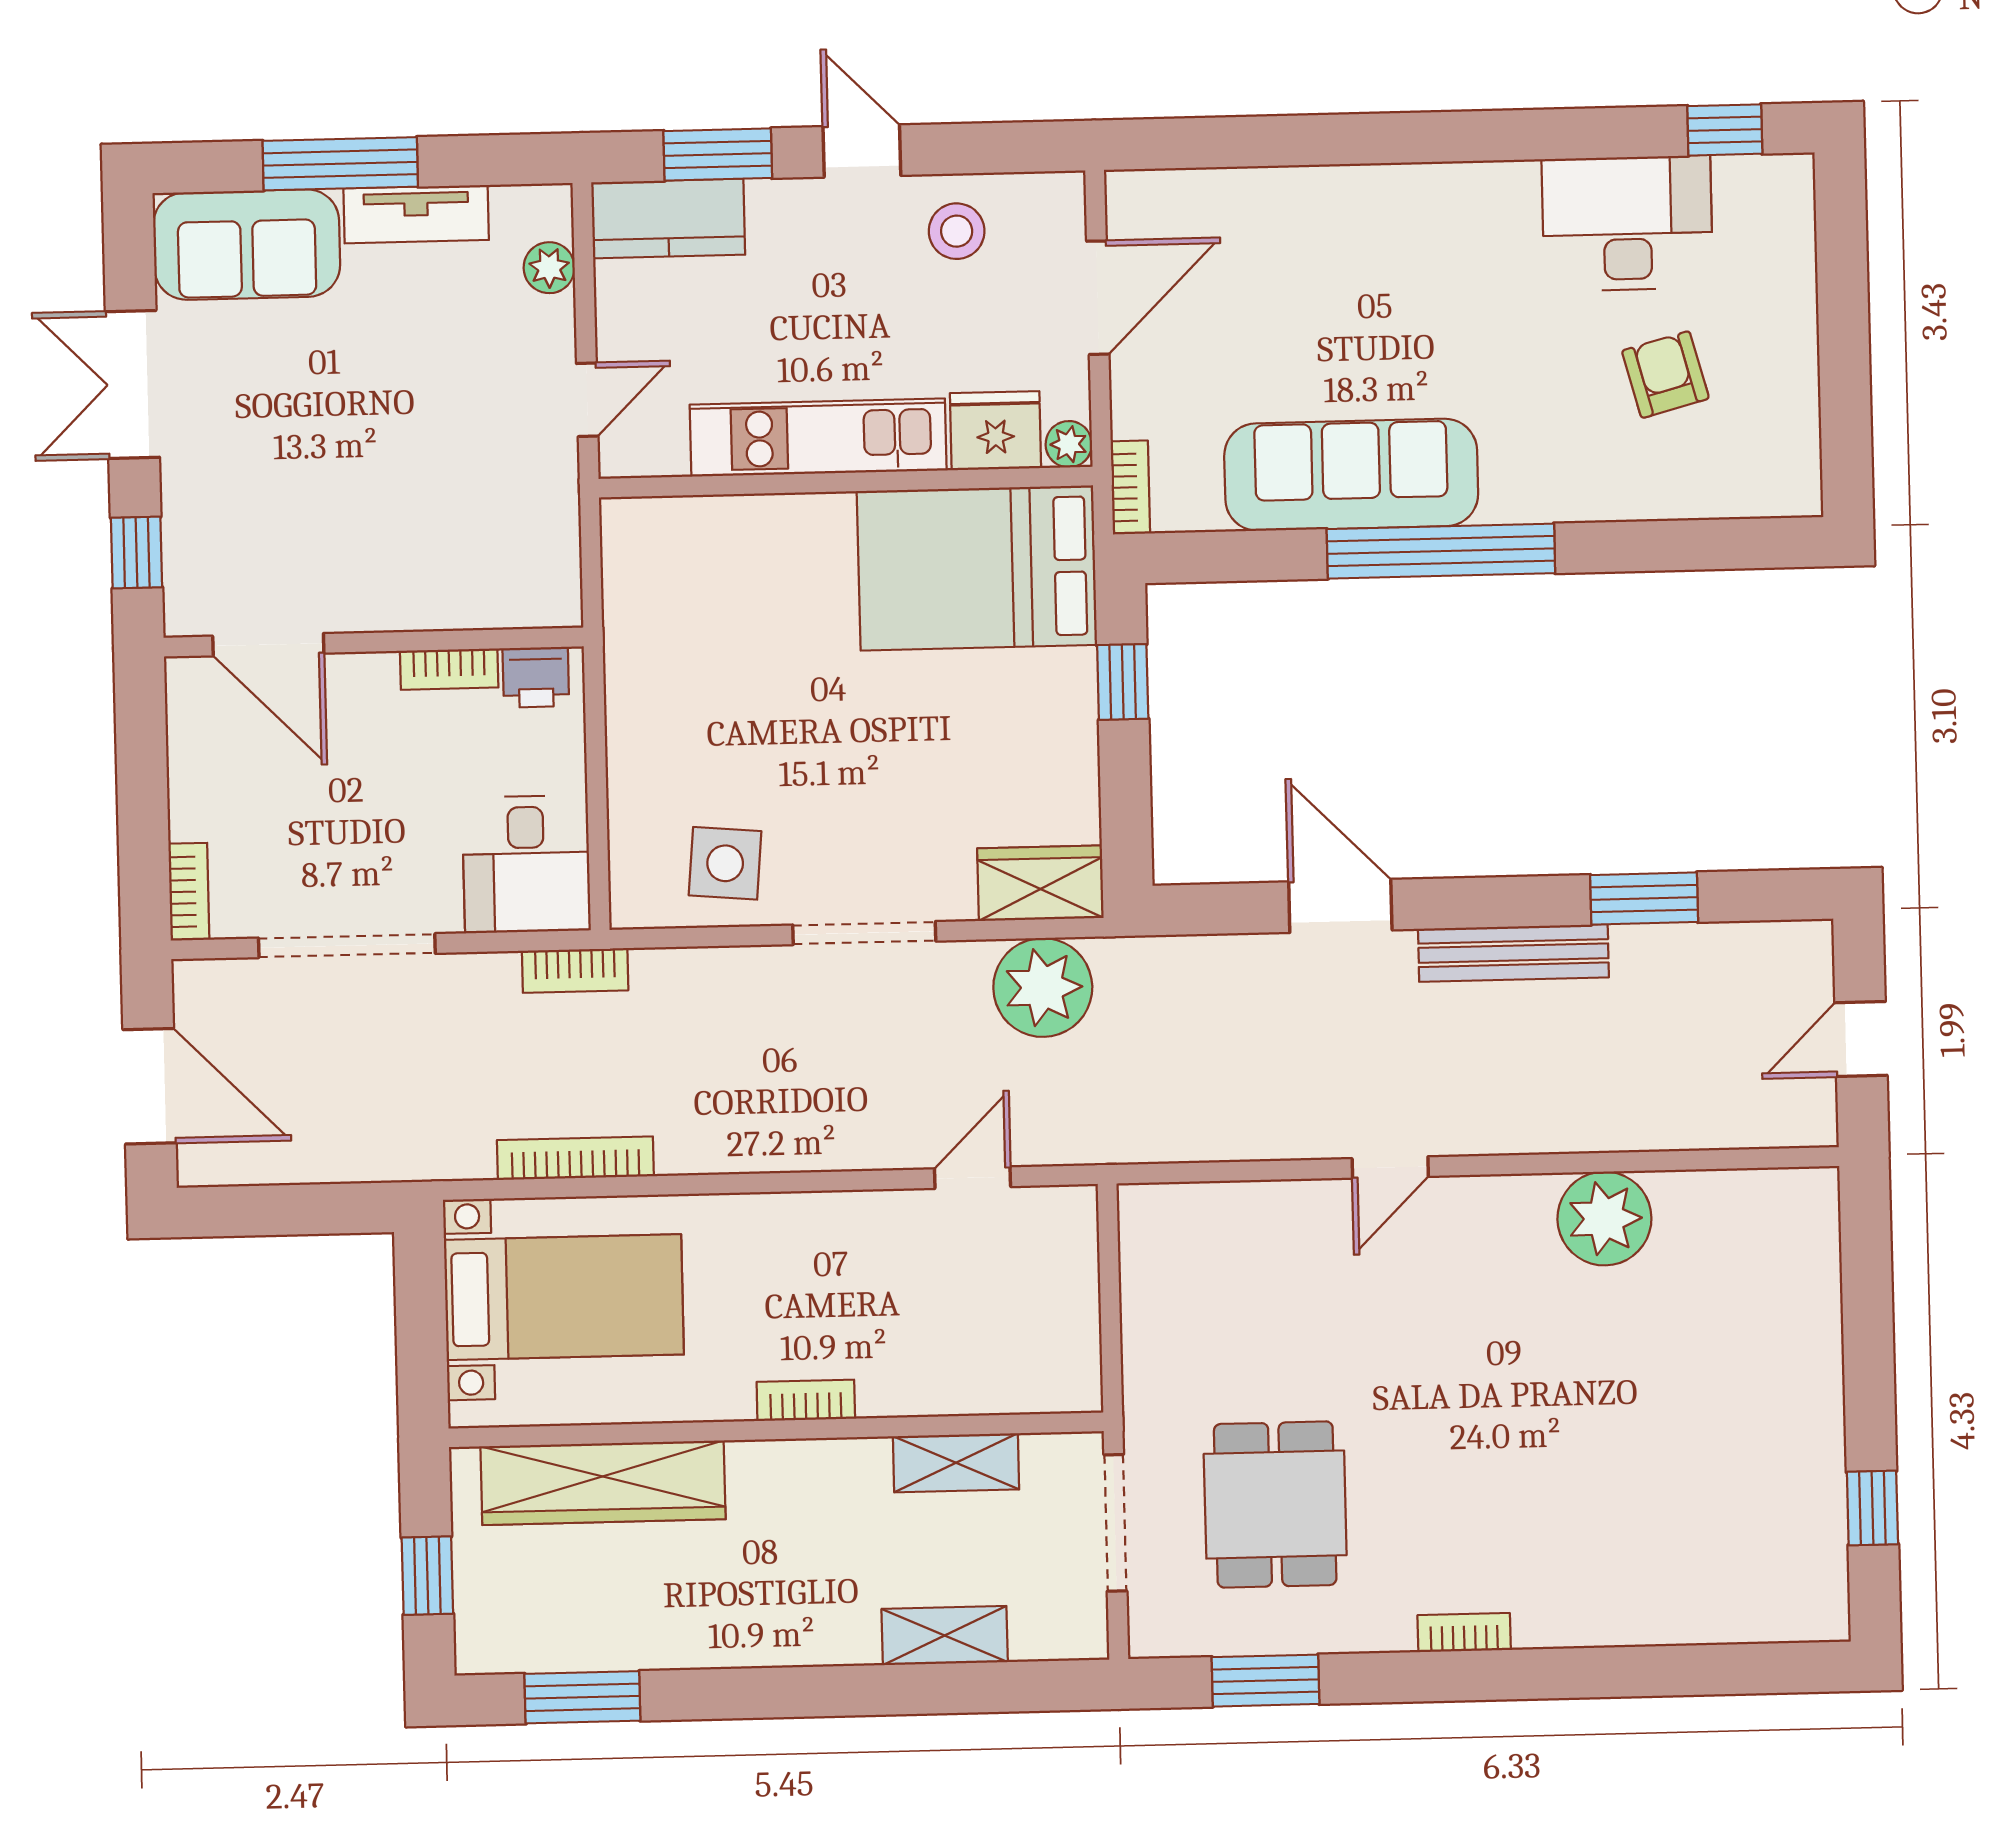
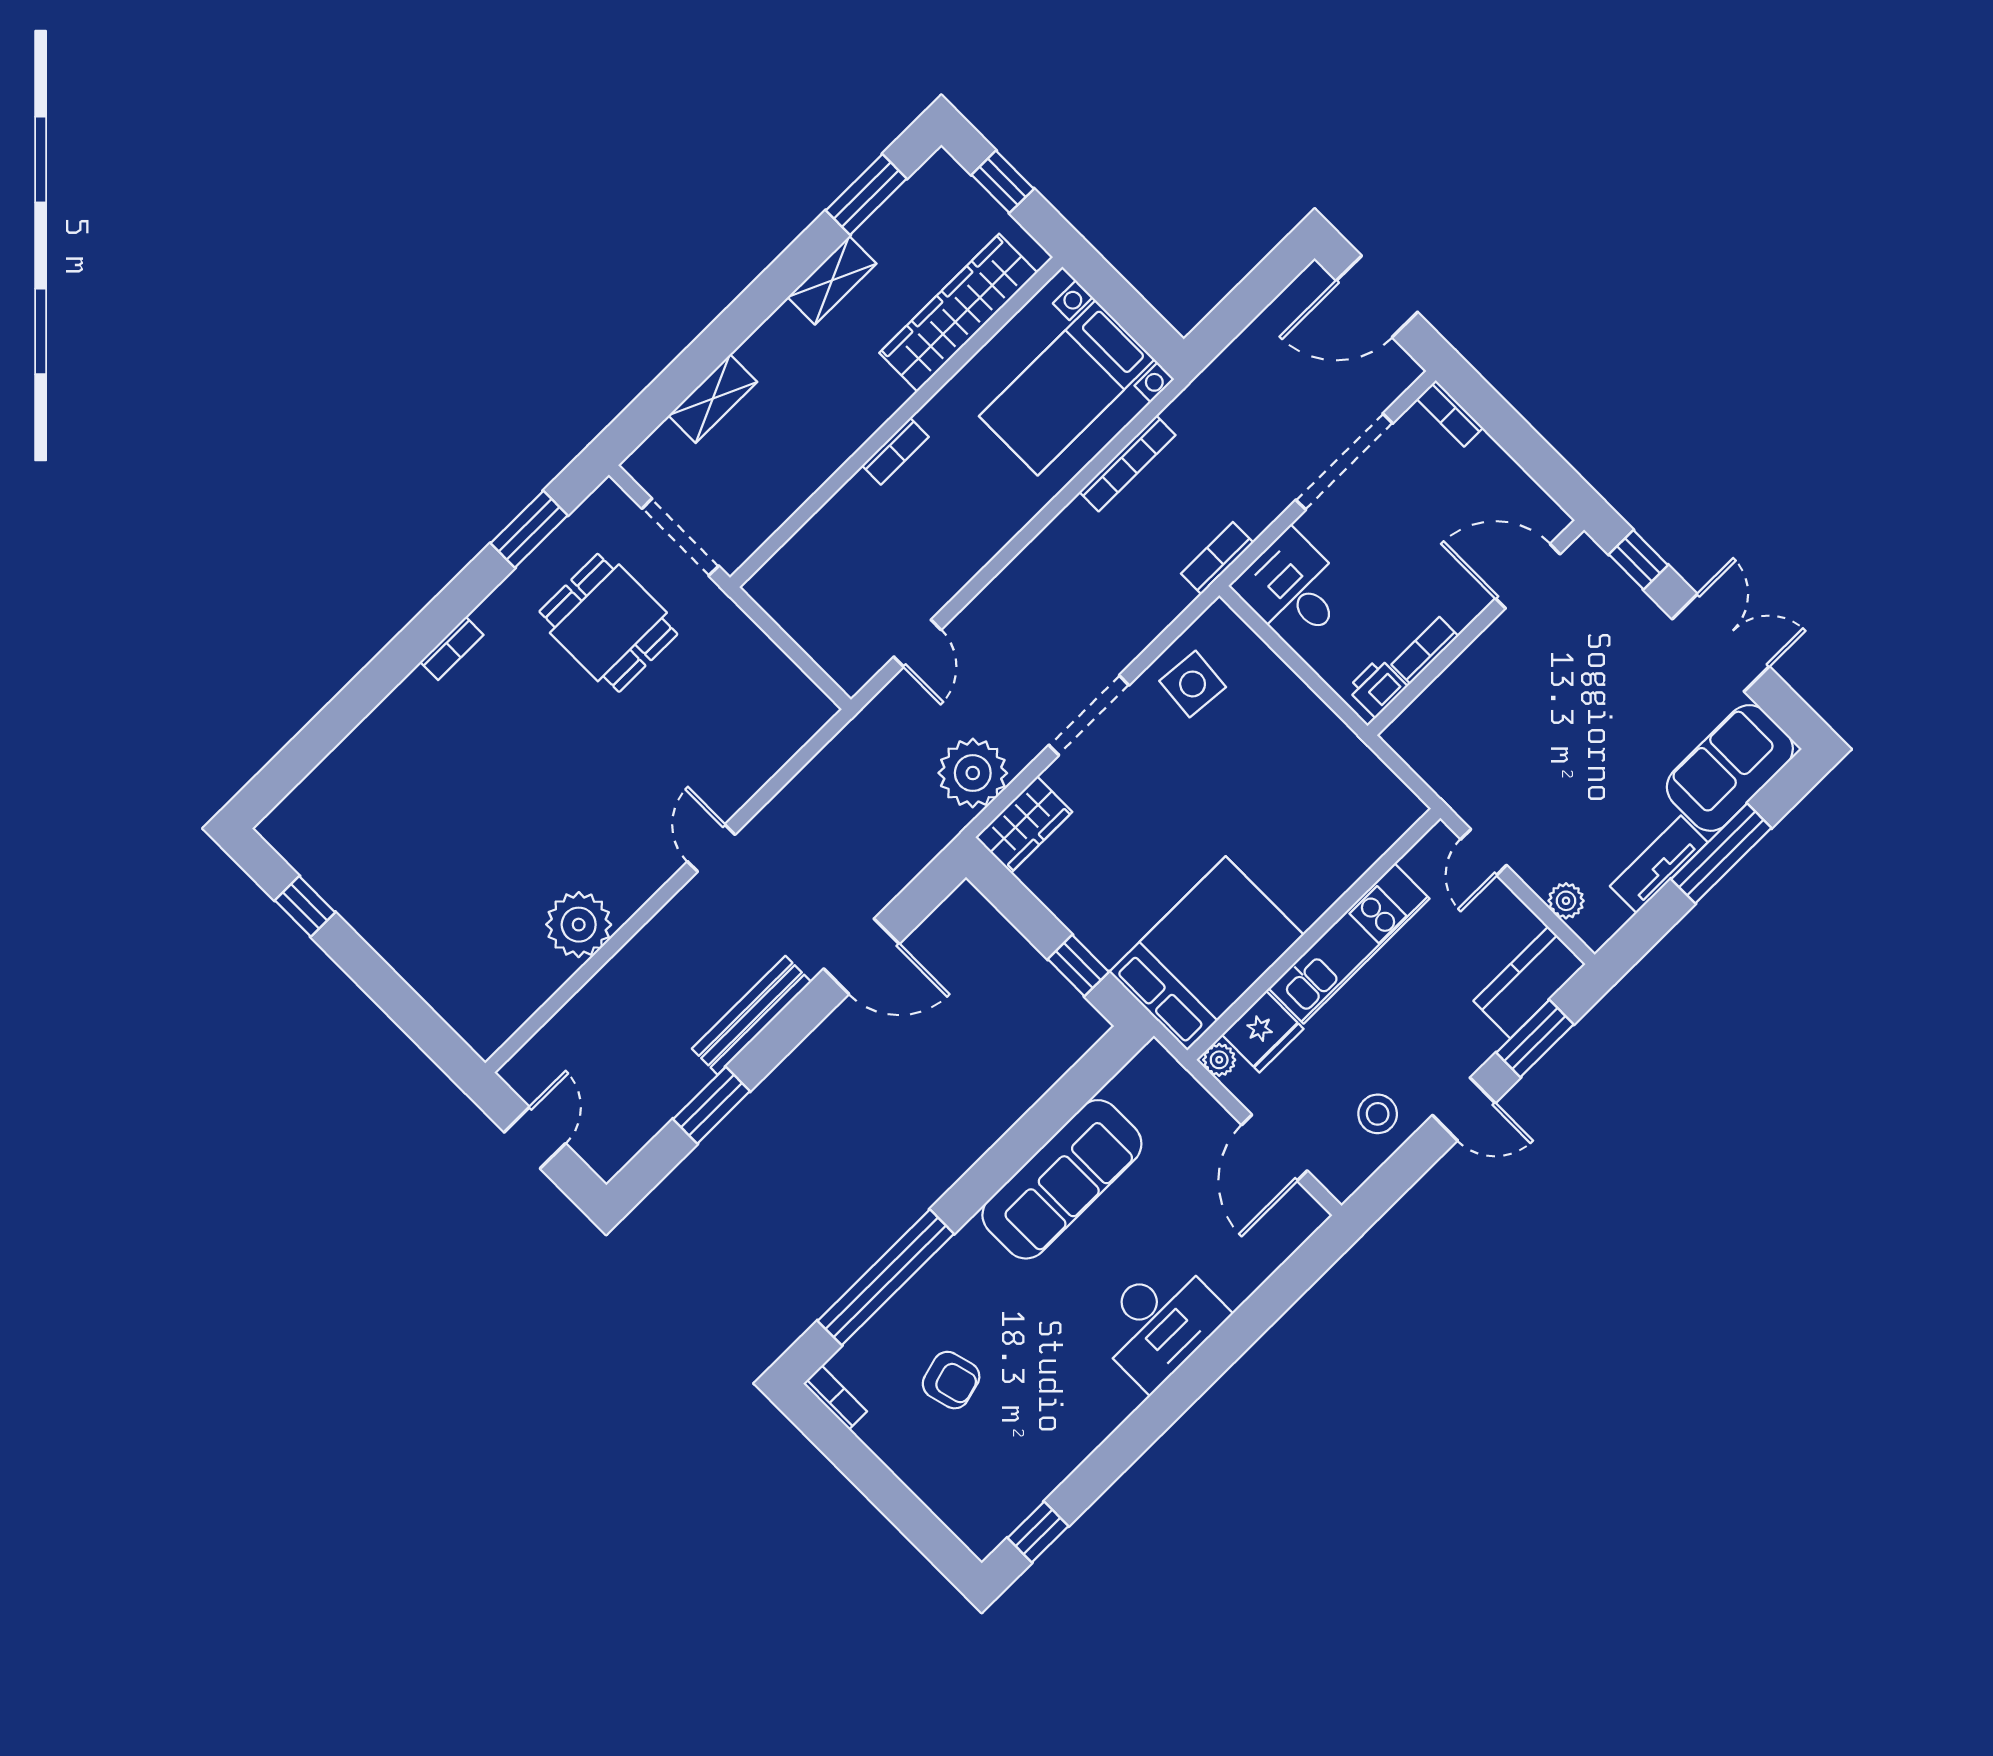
desk: (1627, 223) -> (1159, 1322), moved
bookcase: (1130, 487) -> (835, 1397), moved, turned 180
window: (1441, 551) -> (886, 1277), moved
shelving: (956, 1463) -> (832, 280), moved

